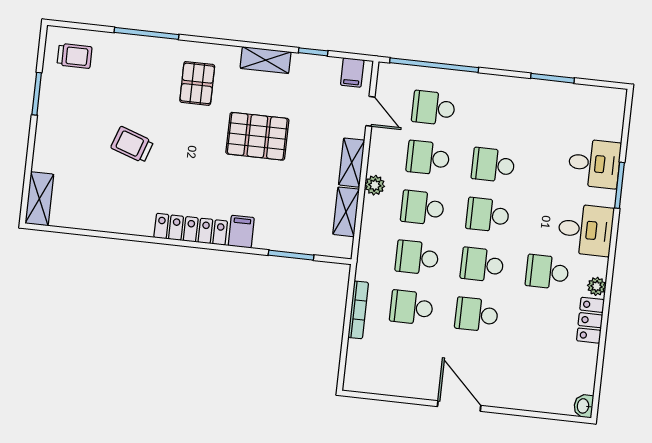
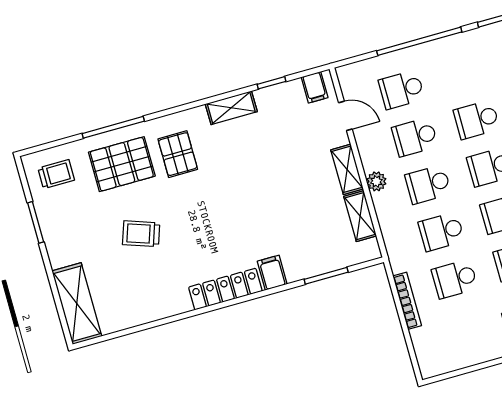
window: (434, 65) -> (419, 41), moved
pallet: (257, 136) -> (122, 164), moved
shelving: (39, 199) -> (77, 304), width x1.50, depth x1.33

